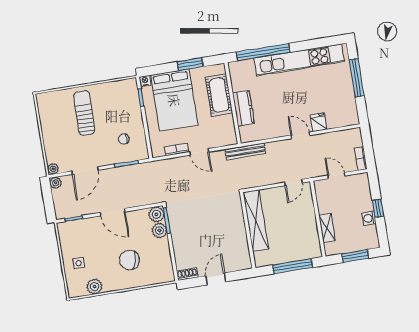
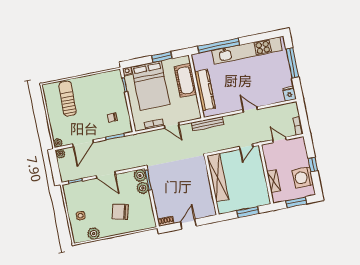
kitchen counter: (243, 108) -> (205, 90), width x1.50
sun lounger: (84, 113) -> (68, 99), moved
fridge: (319, 122) -> (289, 94), moved
washing machine: (369, 218) -> (303, 177), width x1.89, depth x1.89
window: (292, 266) -> (248, 212), width x0.69

